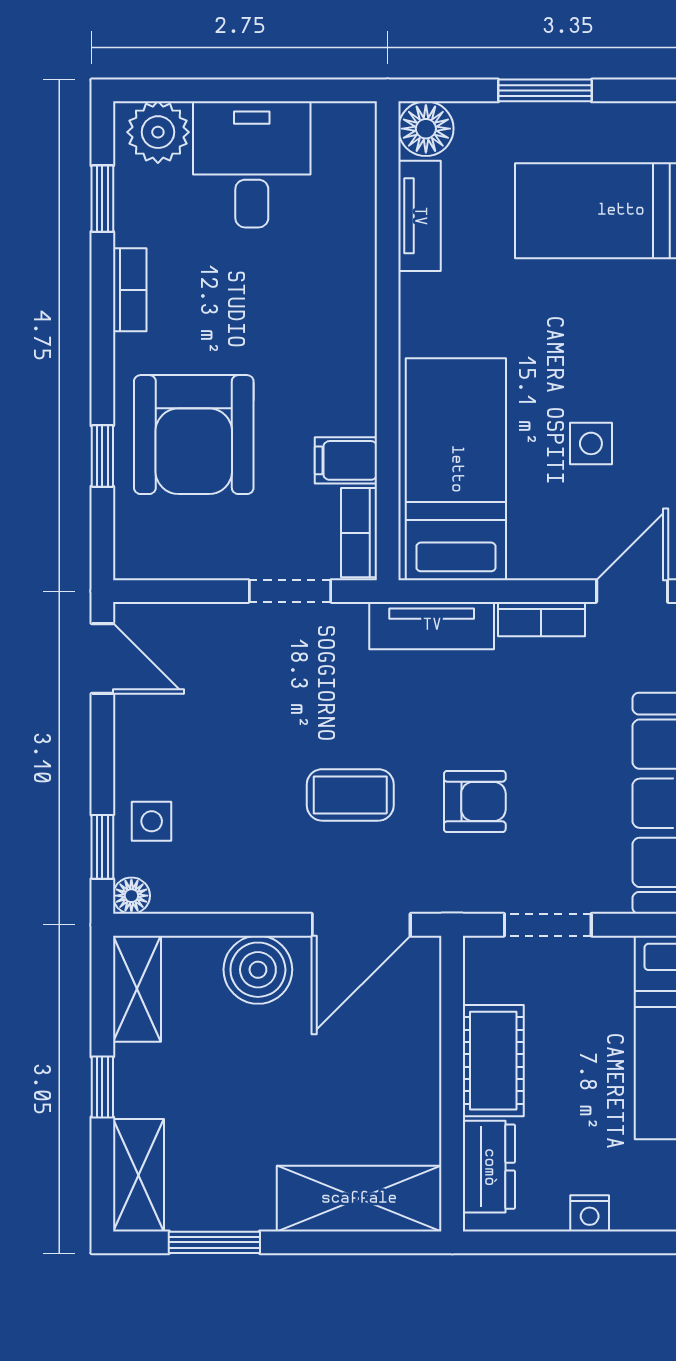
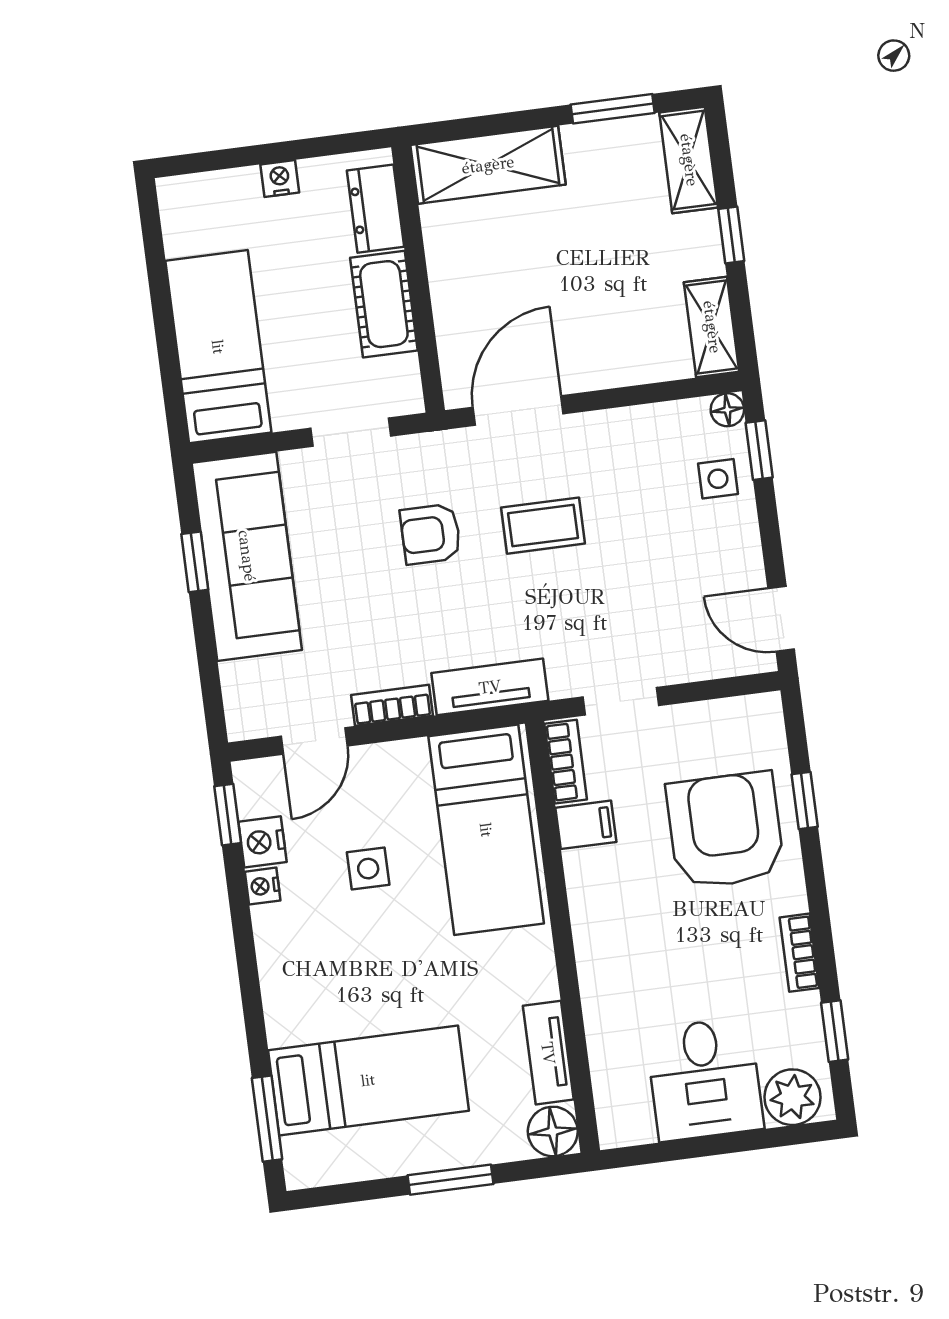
boiler: (258, 970) -> (605, 358), removed

